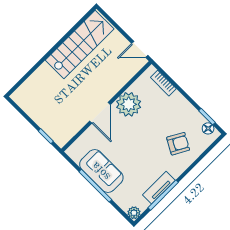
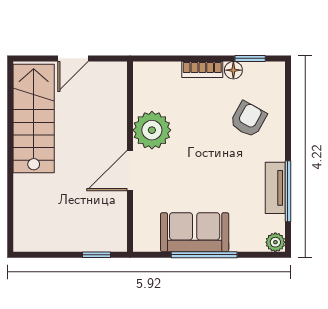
door: (140, 49) -> (73, 58), moved
bookcase: (163, 83) -> (202, 69), moved
door: (100, 113) -> (130, 170), swing flipped
floor lamp: (208, 128) -> (233, 70), moved

